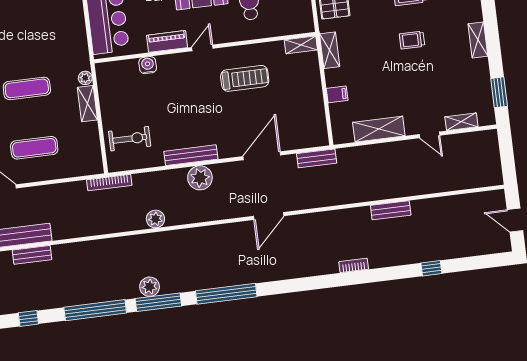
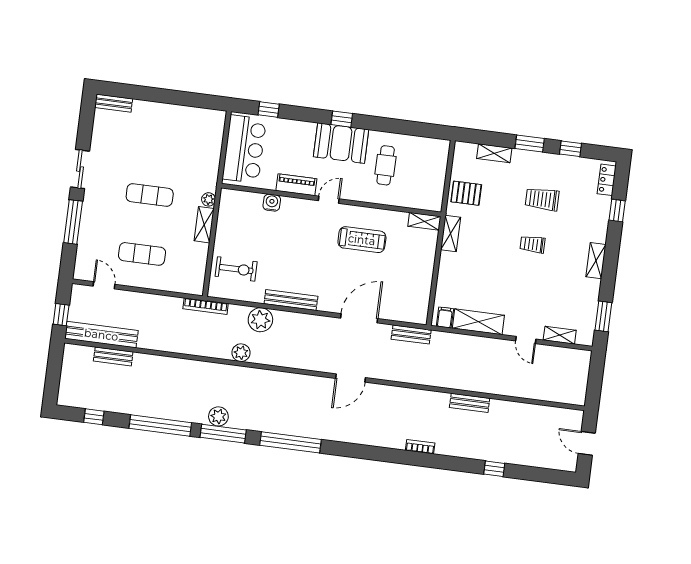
filing cabinet: (337, 94) -> (445, 318), moved, turned -90
plant: (200, 178) -> (260, 320), moved

